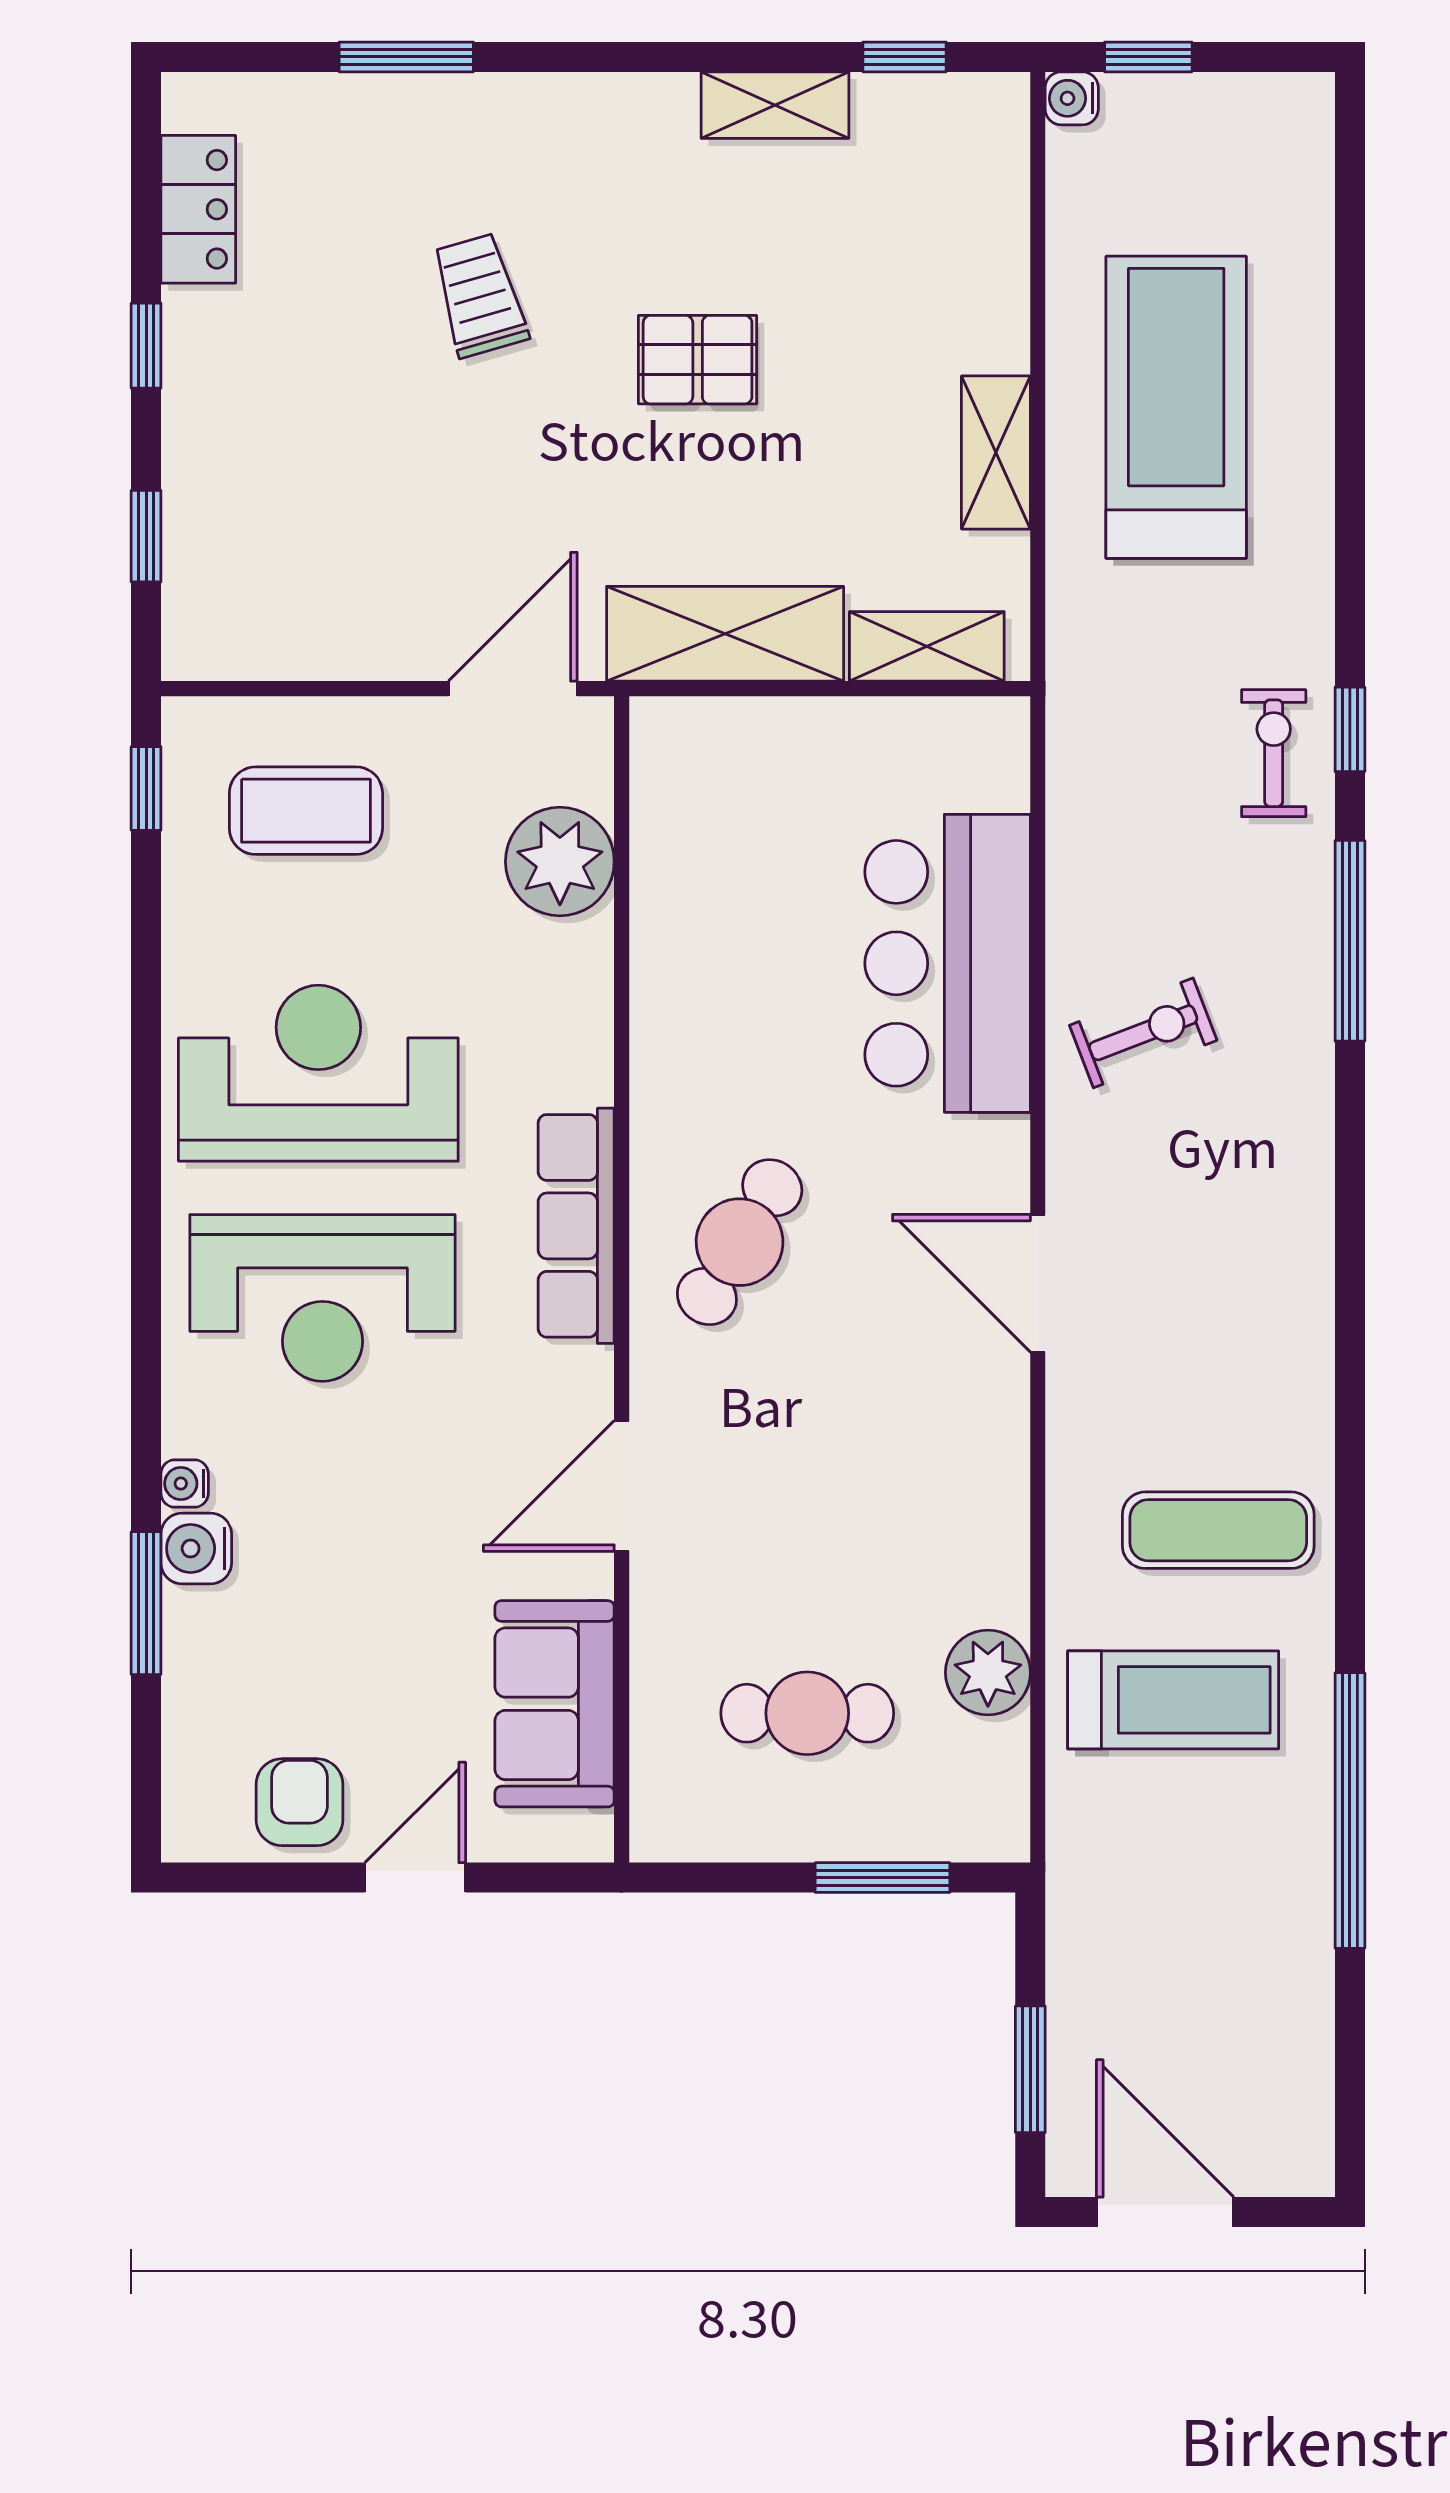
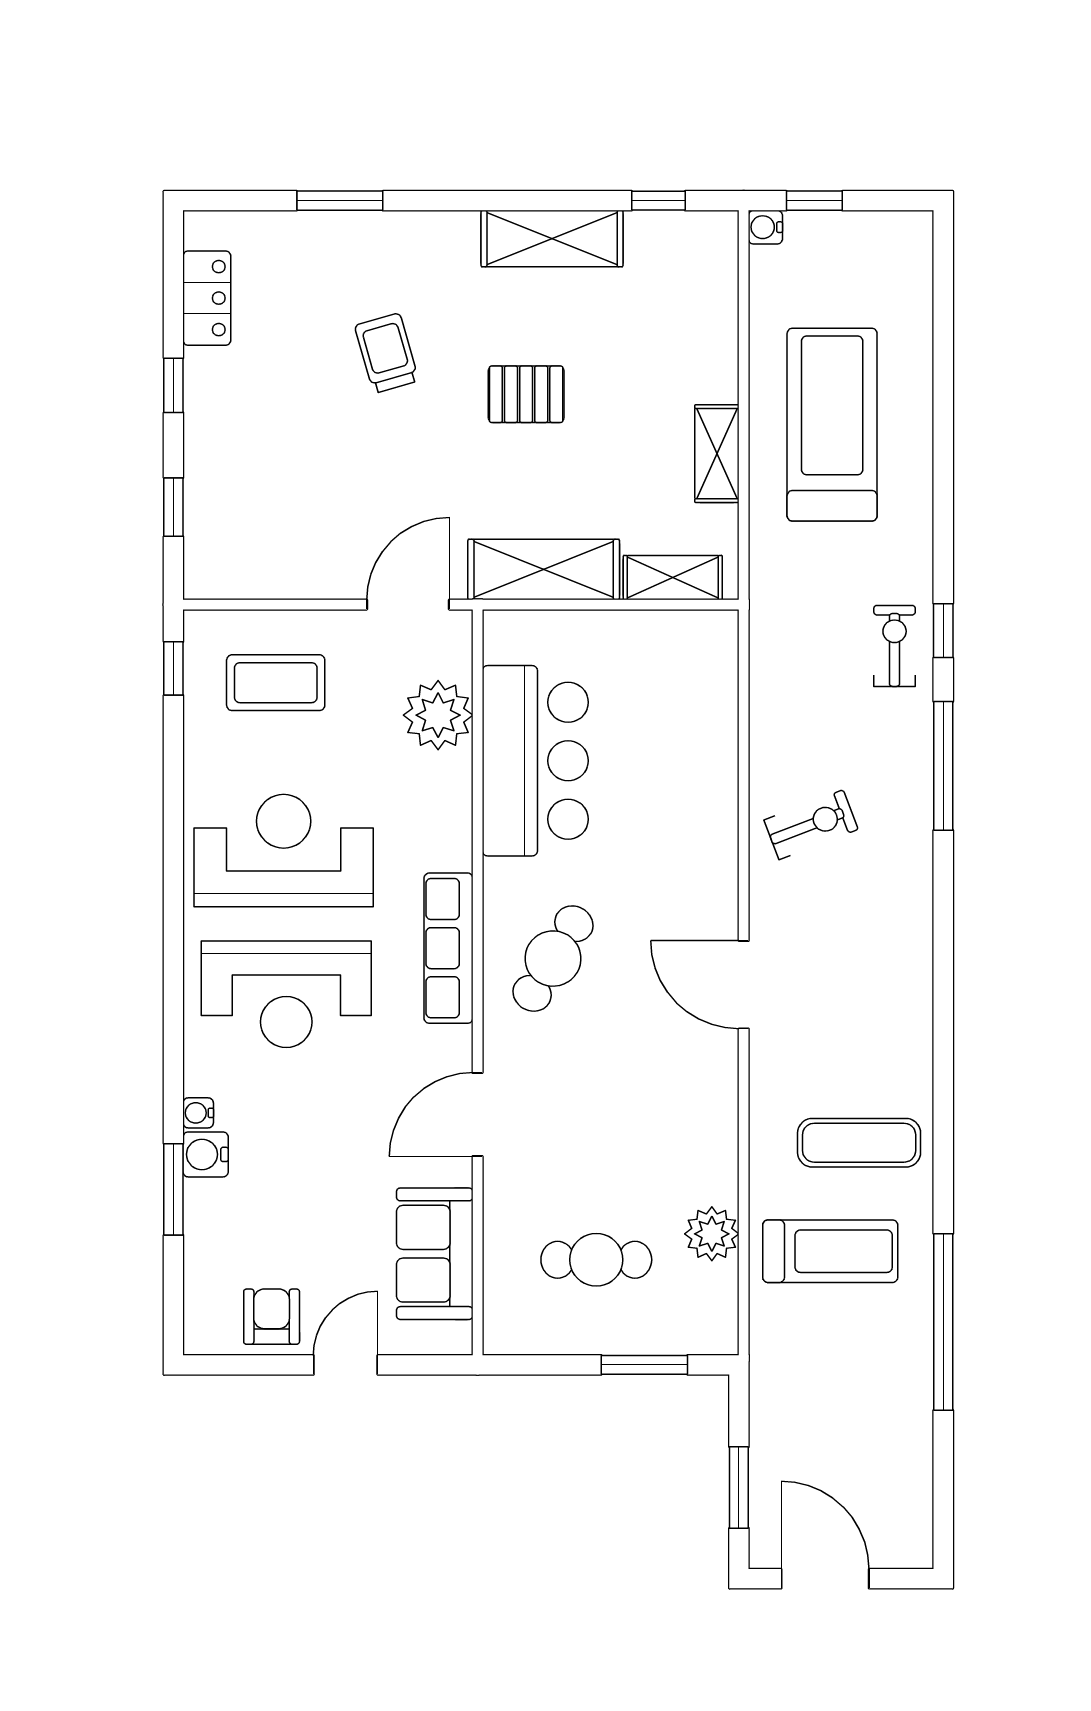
shelving: (775, 105) -> (552, 239), width x1.50, depth x1.33
bar counter: (948, 963) -> (535, 761), moved, turned 180

